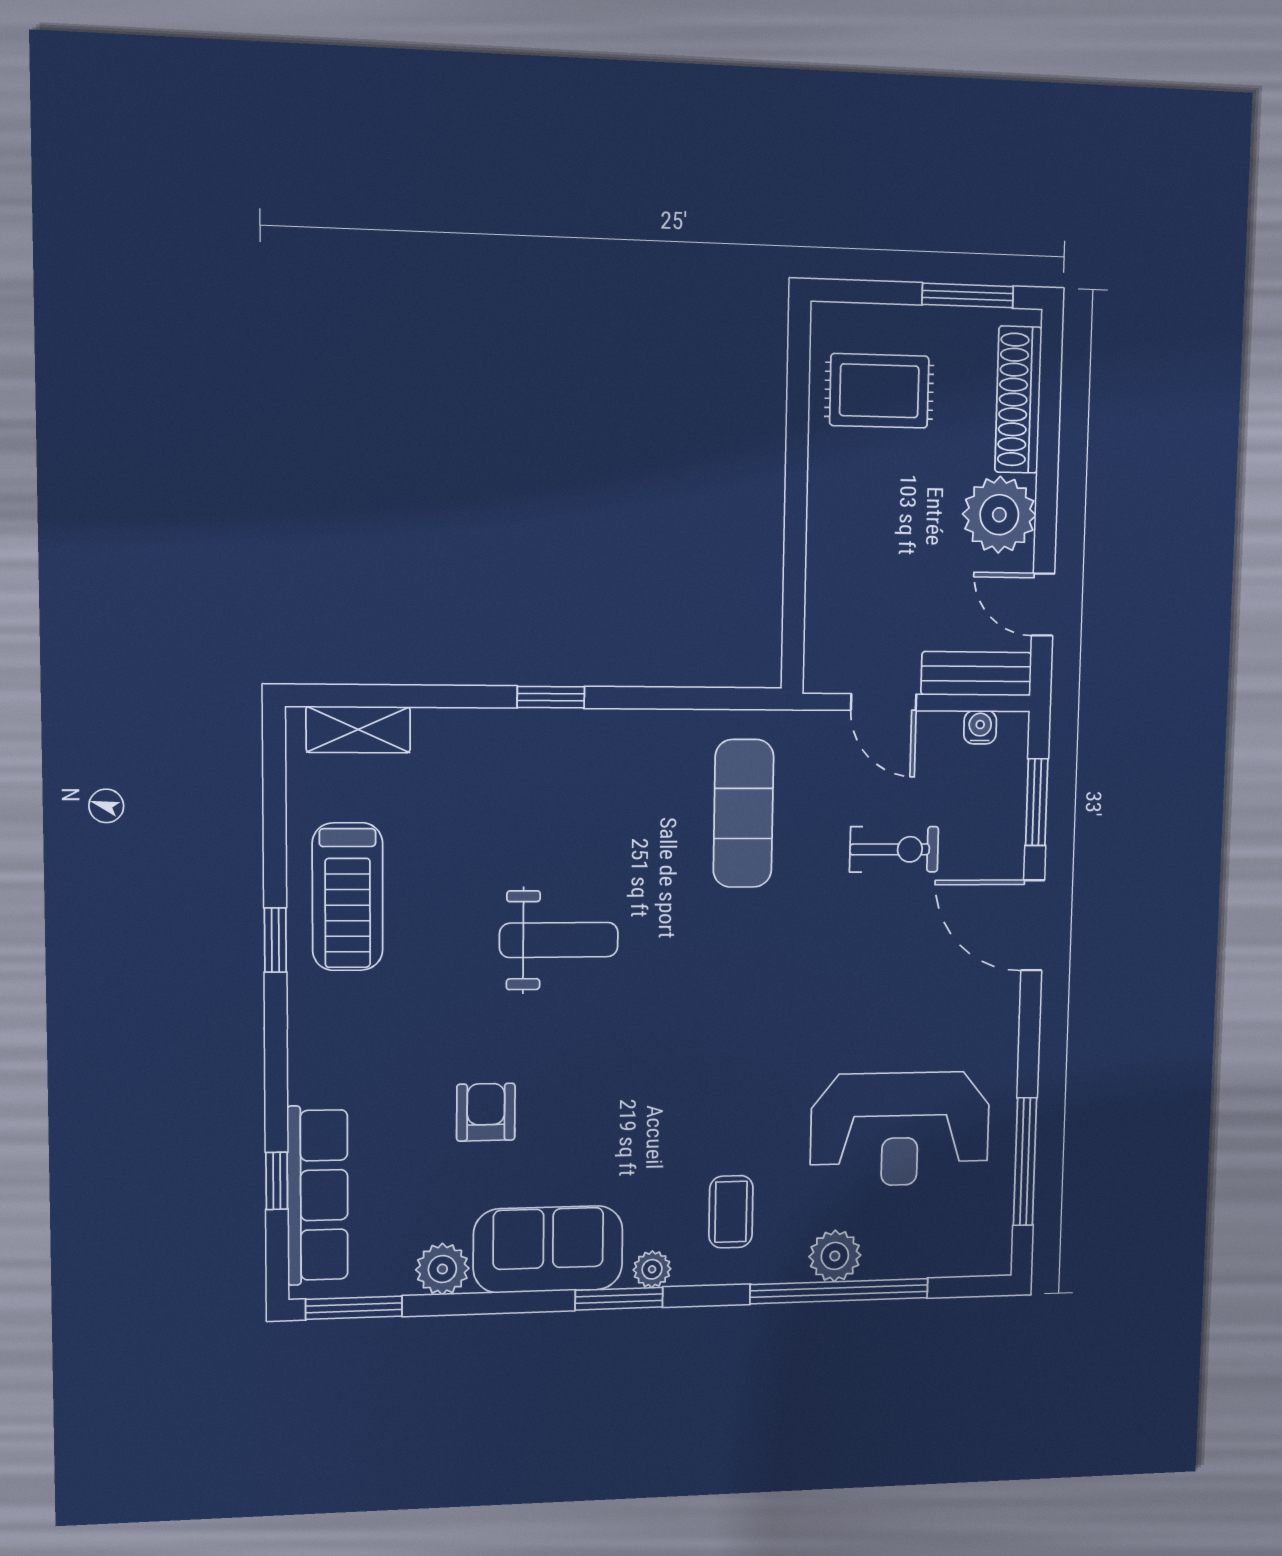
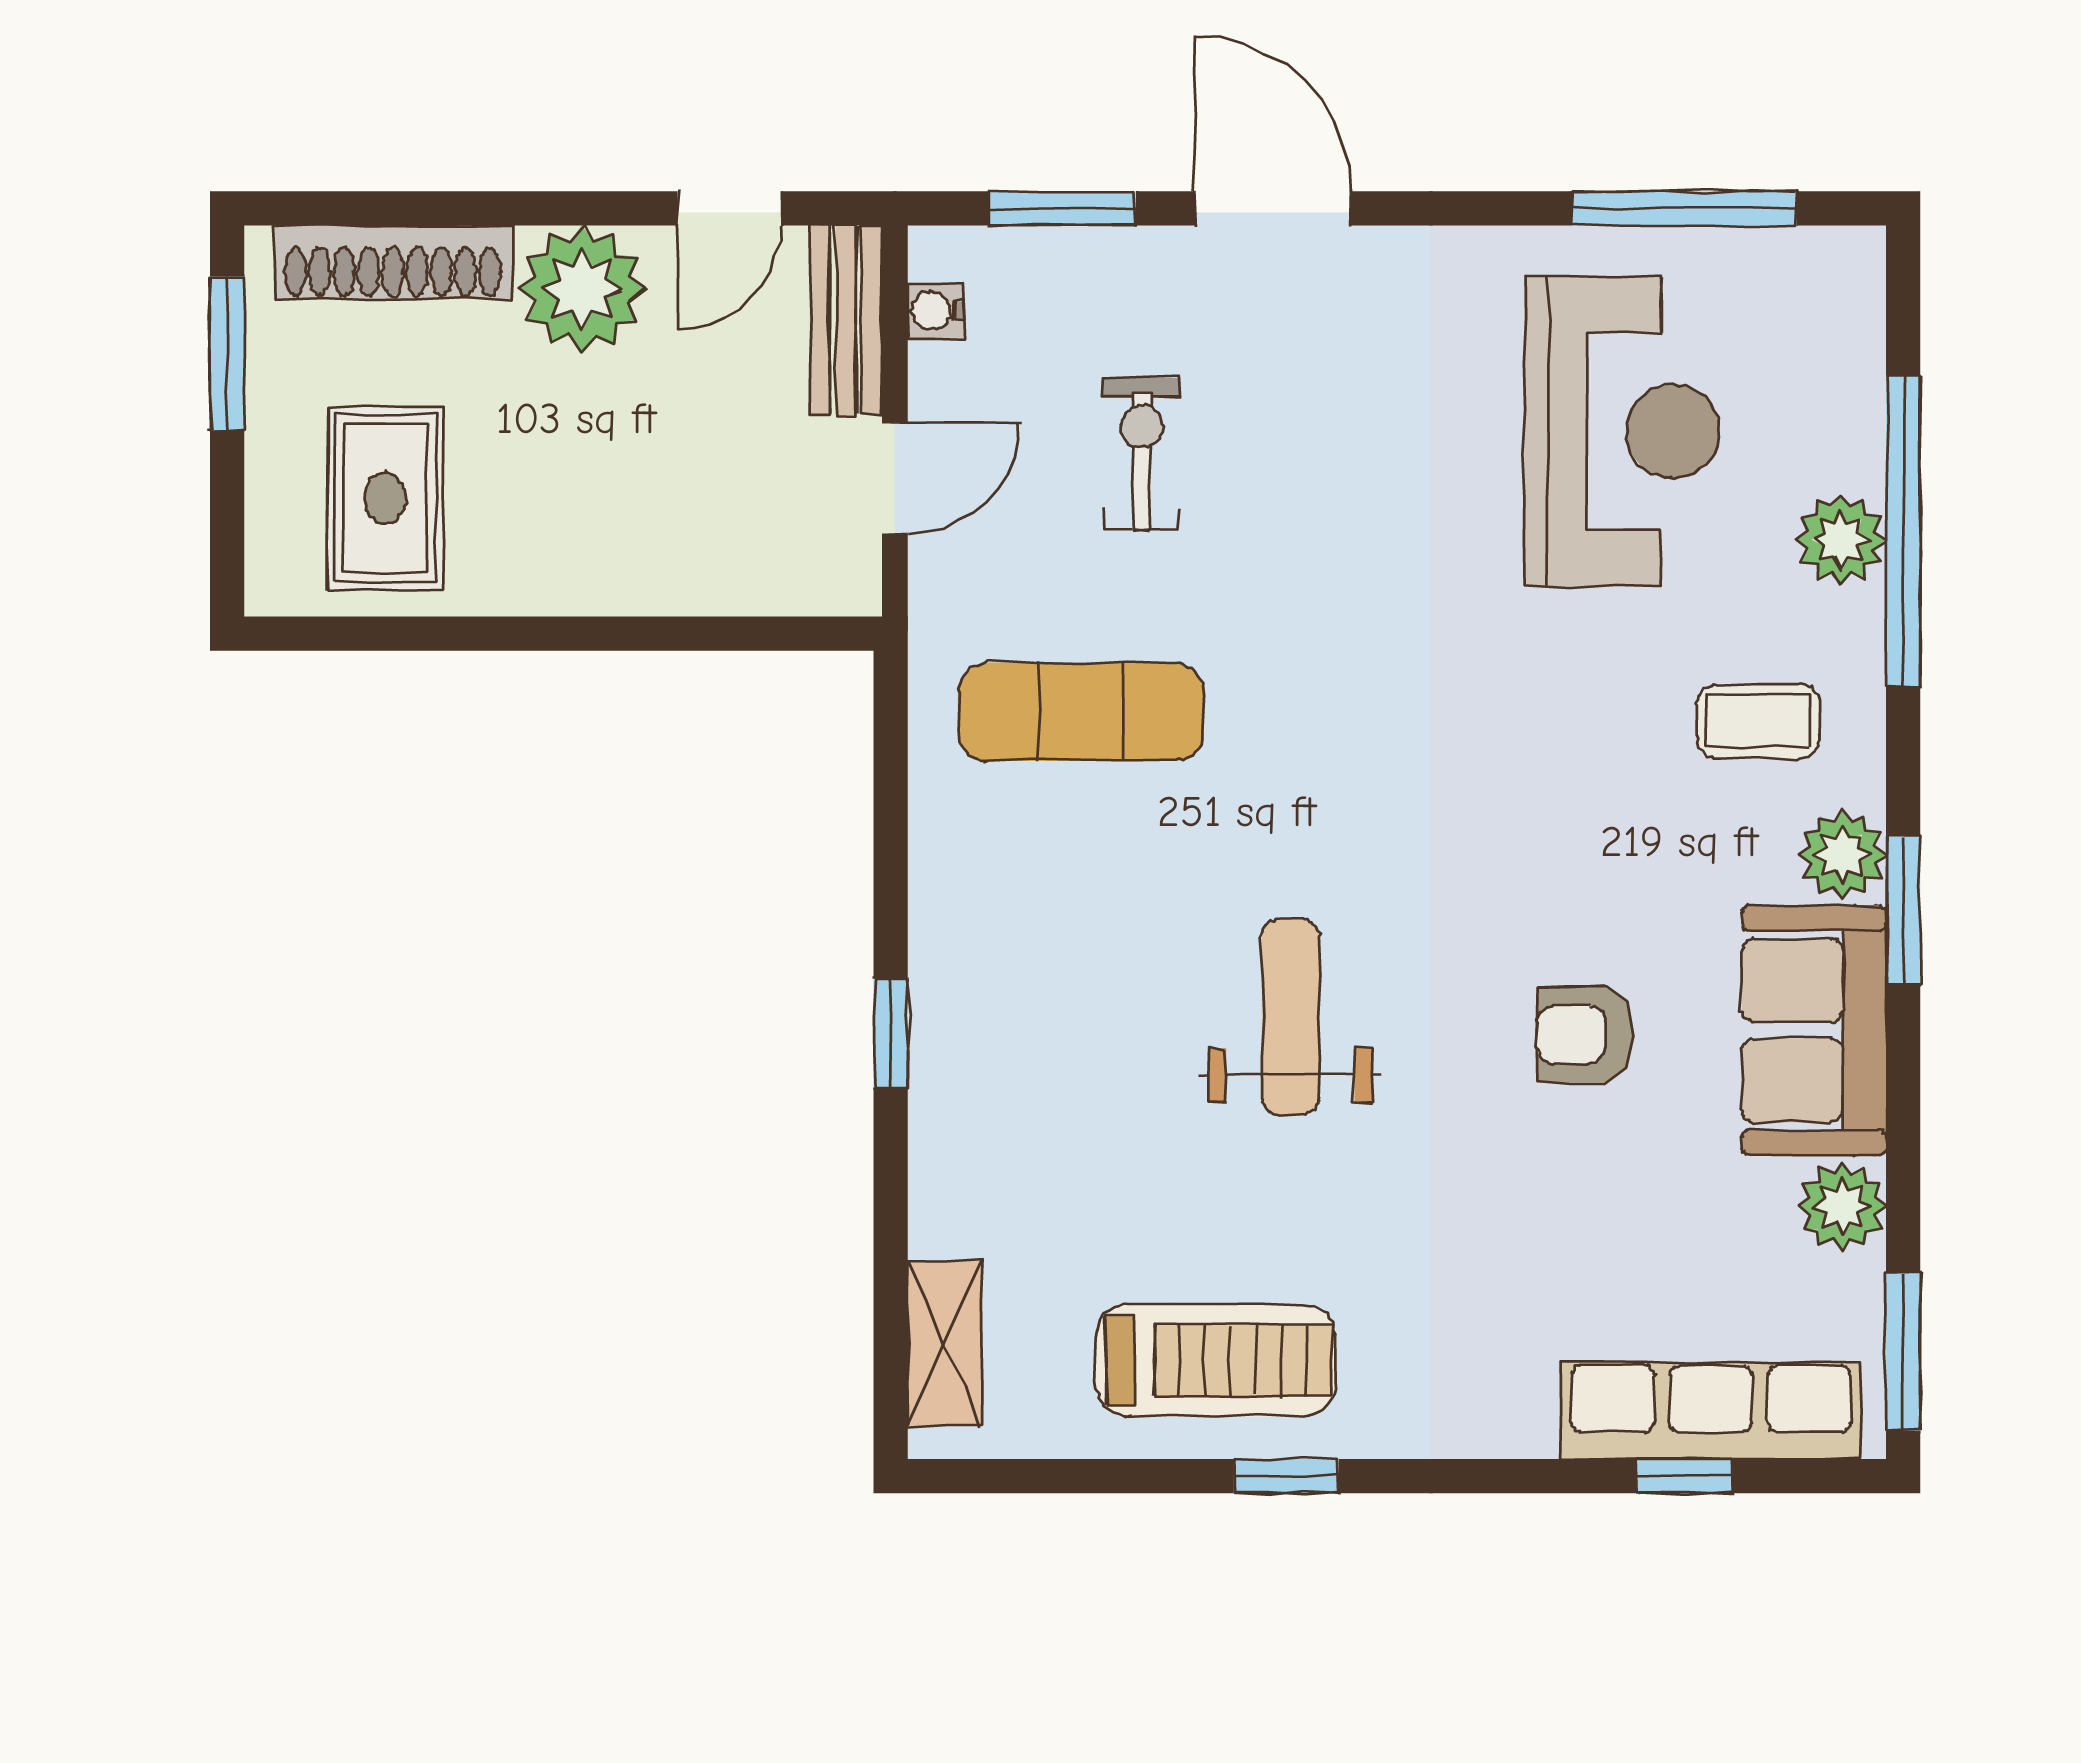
door: (1033, 925) -> (1273, 208), swing flipped
armchair: (486, 1112) -> (1585, 1034), moved
plant: (652, 1269) -> (1842, 855), width x1.38, depth x1.38

